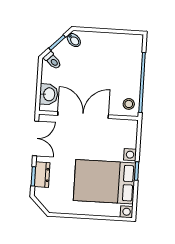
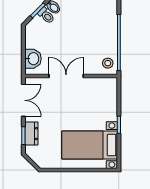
toilet: (53, 61) -> (46, 16), moved
double door: (83, 115) -> (66, 76), width x0.73
bed with nightstands: (104, 182) -> (90, 145), width x0.73

